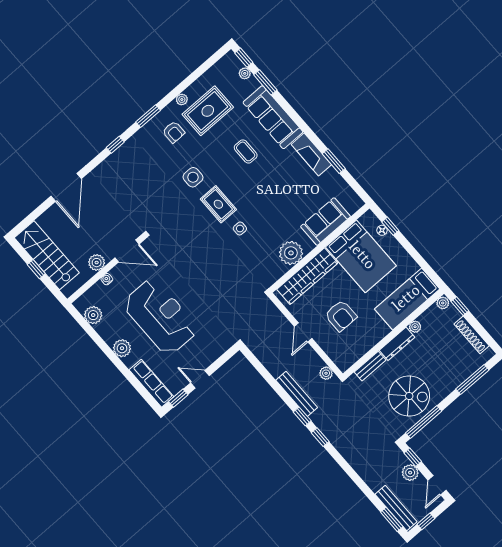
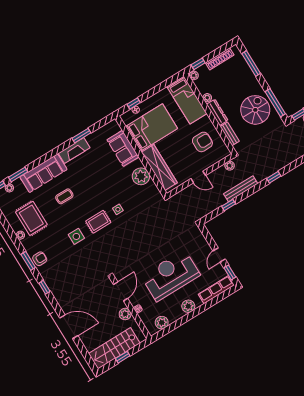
armchair: (174, 132) -> (40, 259), moved
armchair: (341, 316) -> (202, 142), moved
window: (302, 416) -> (229, 205), moved

